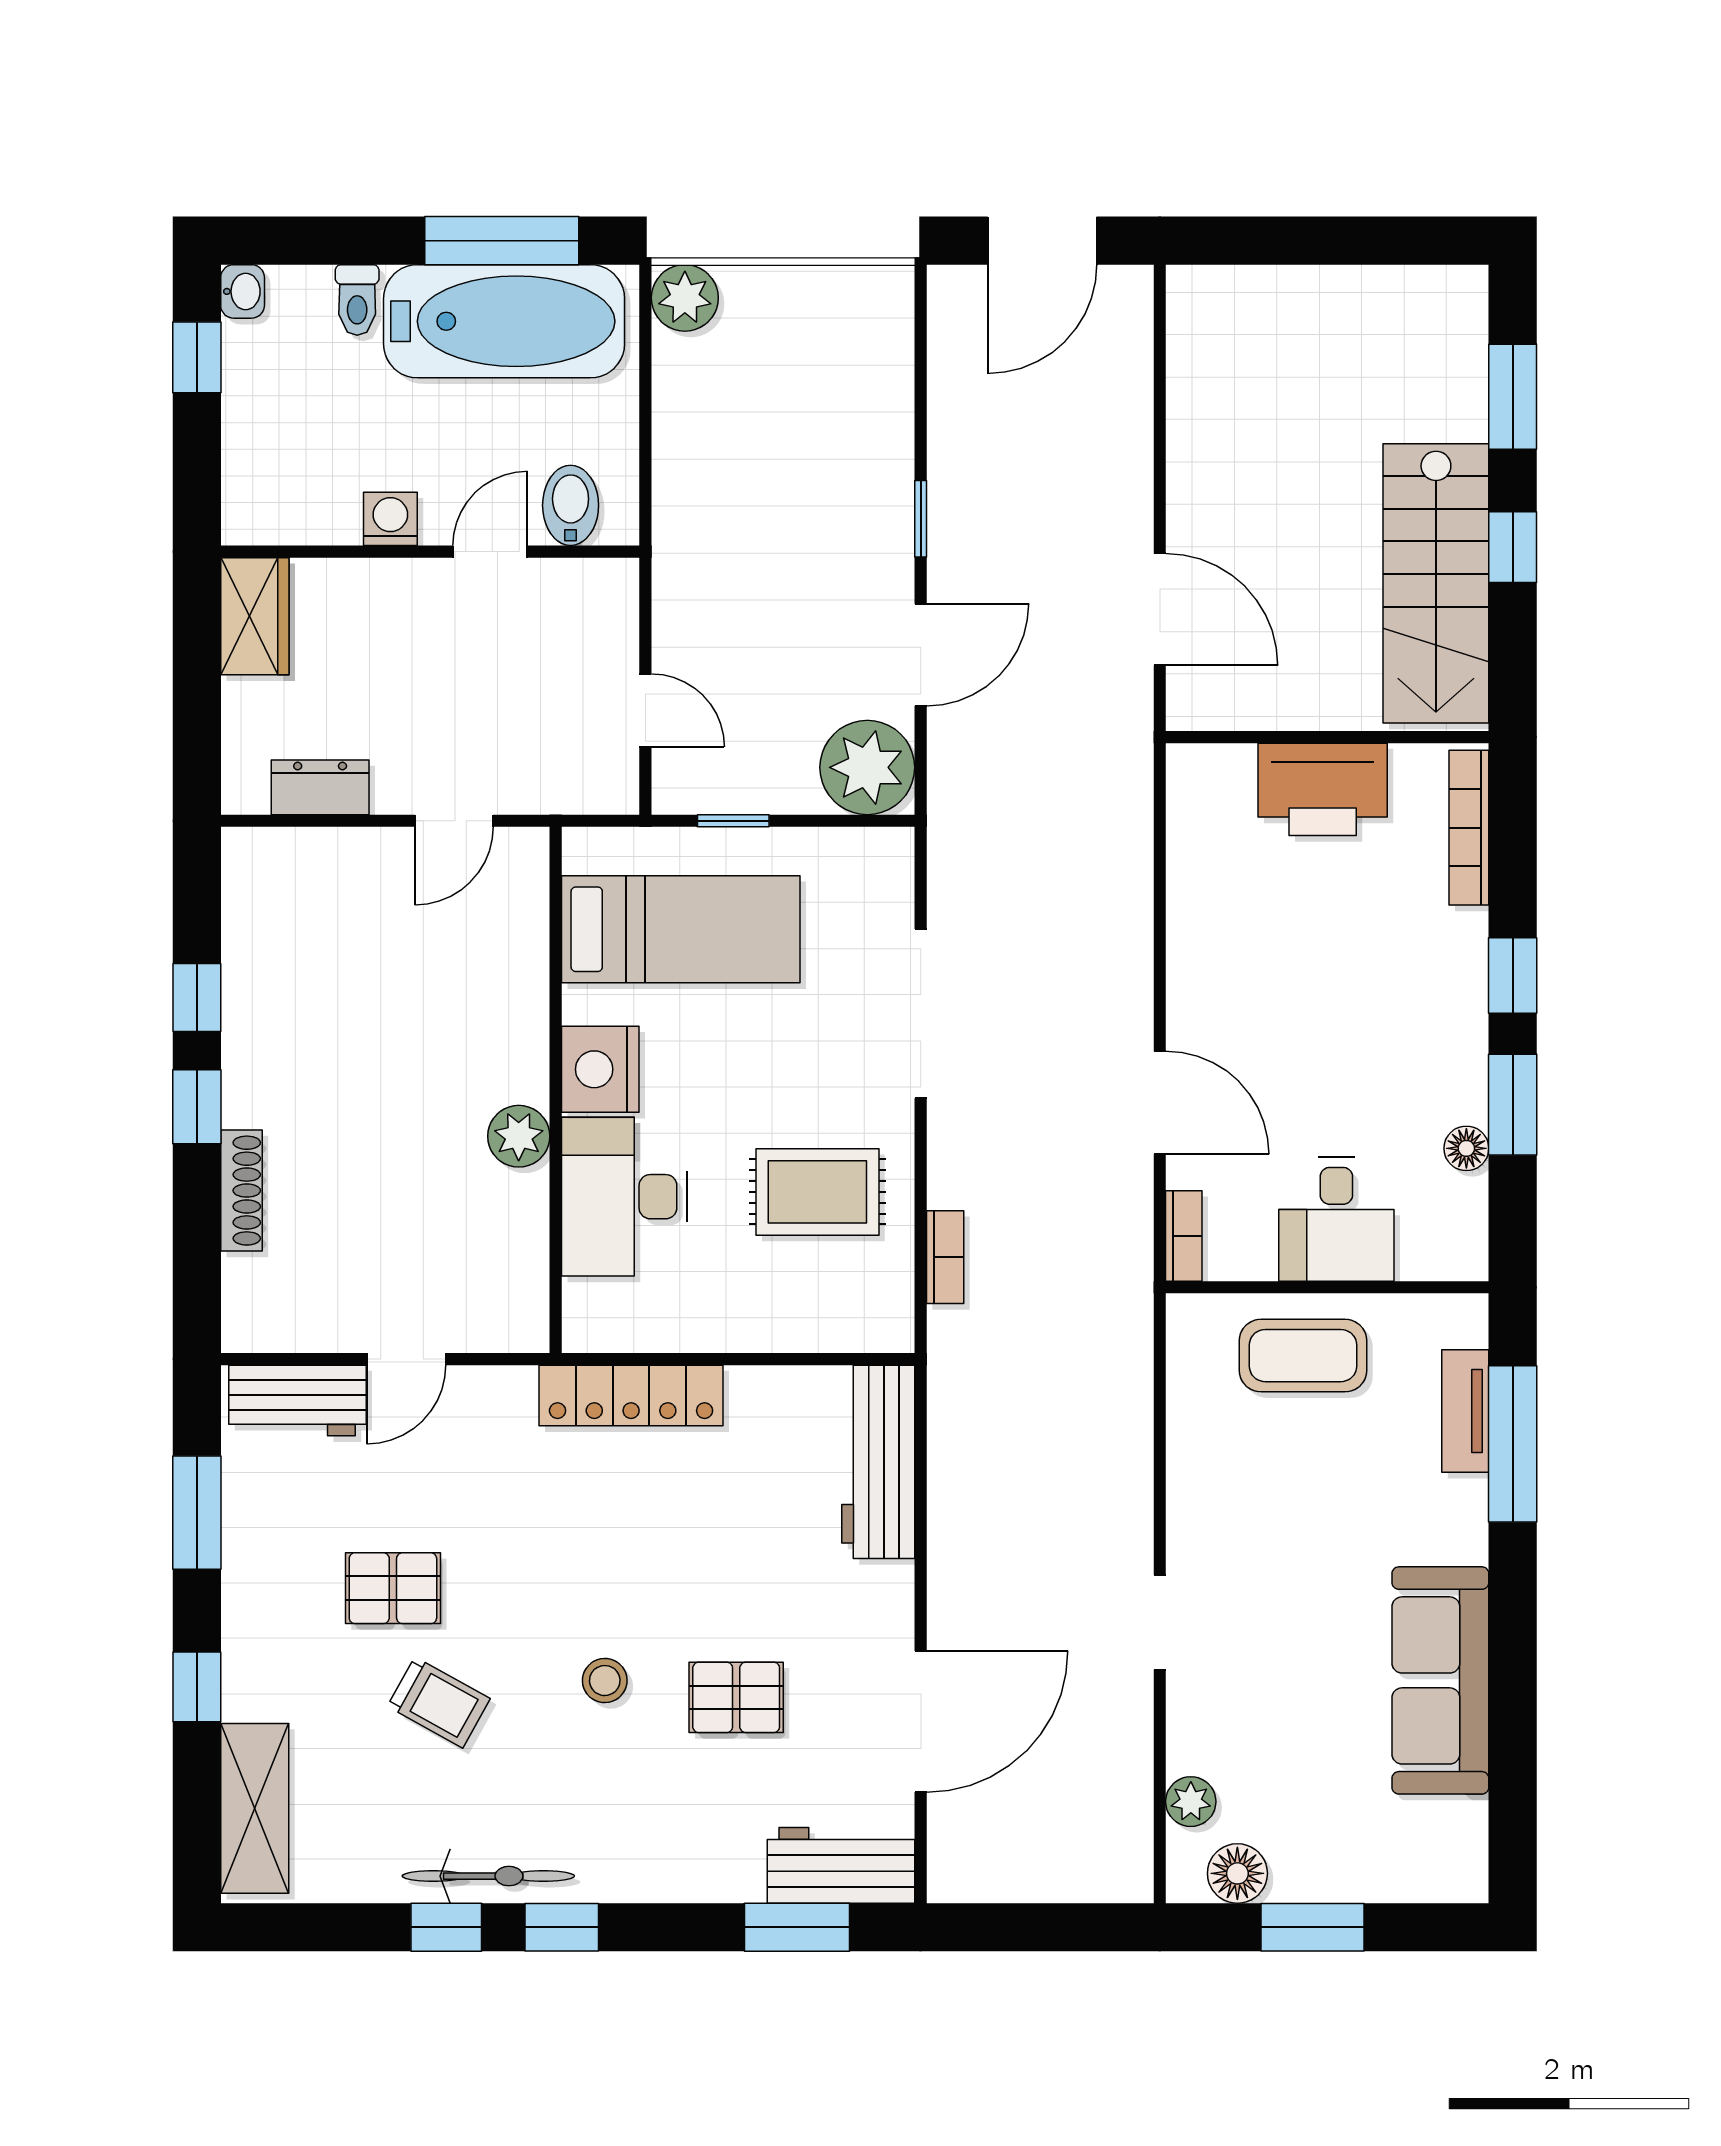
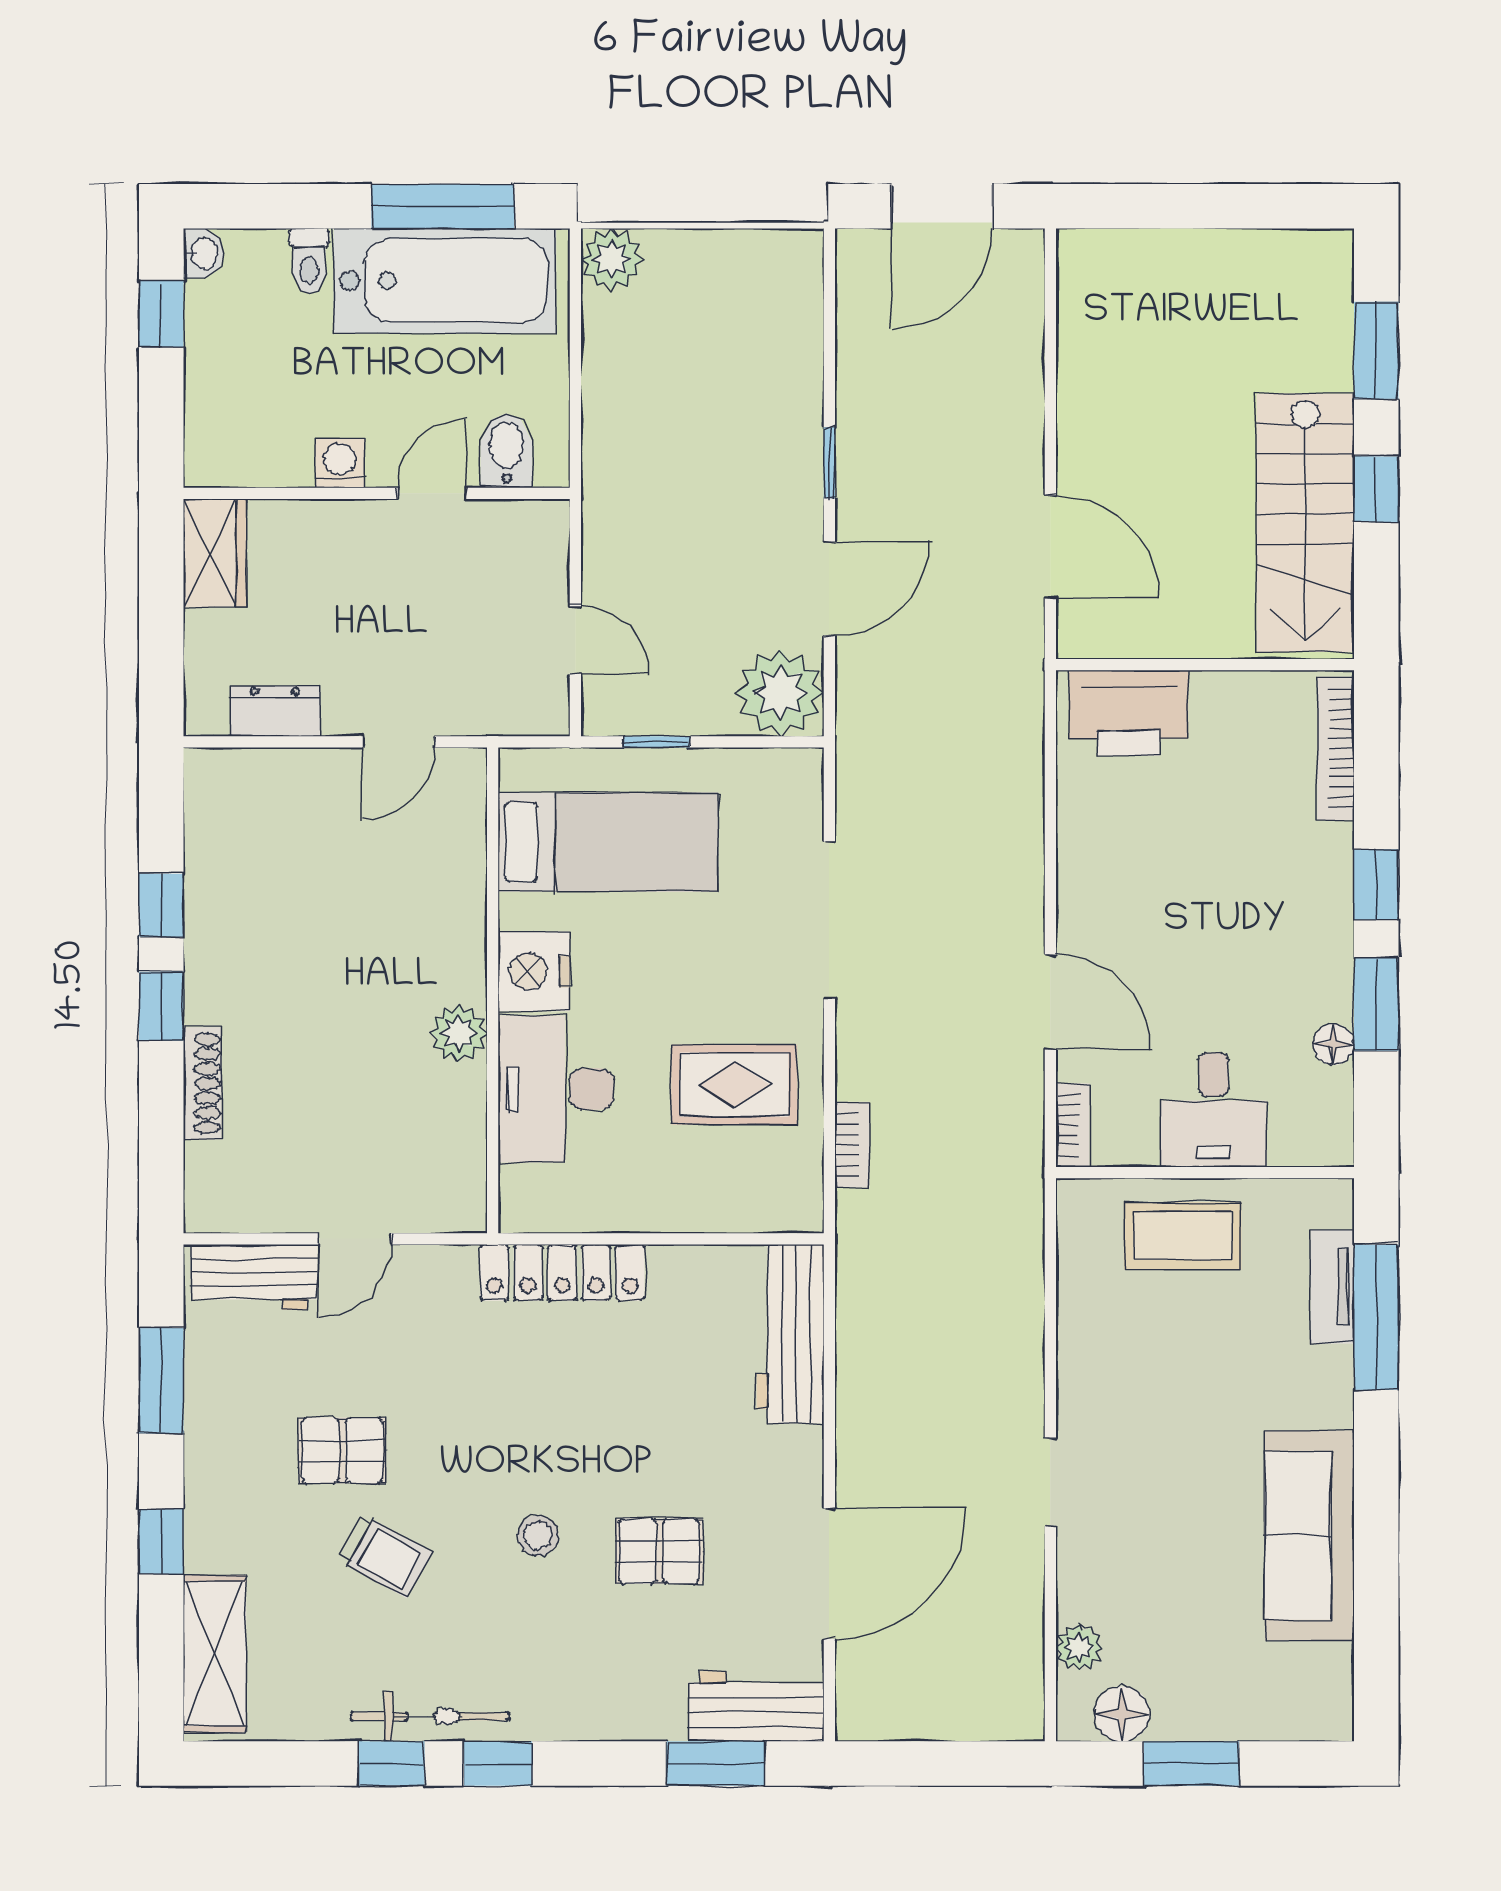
printer: (1323, 789) -> (1129, 713), moved

